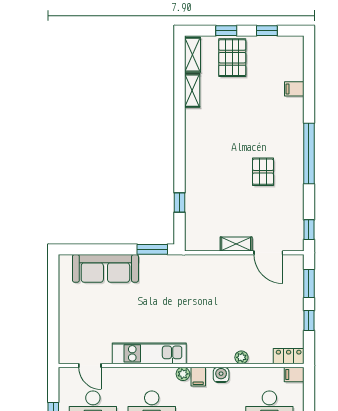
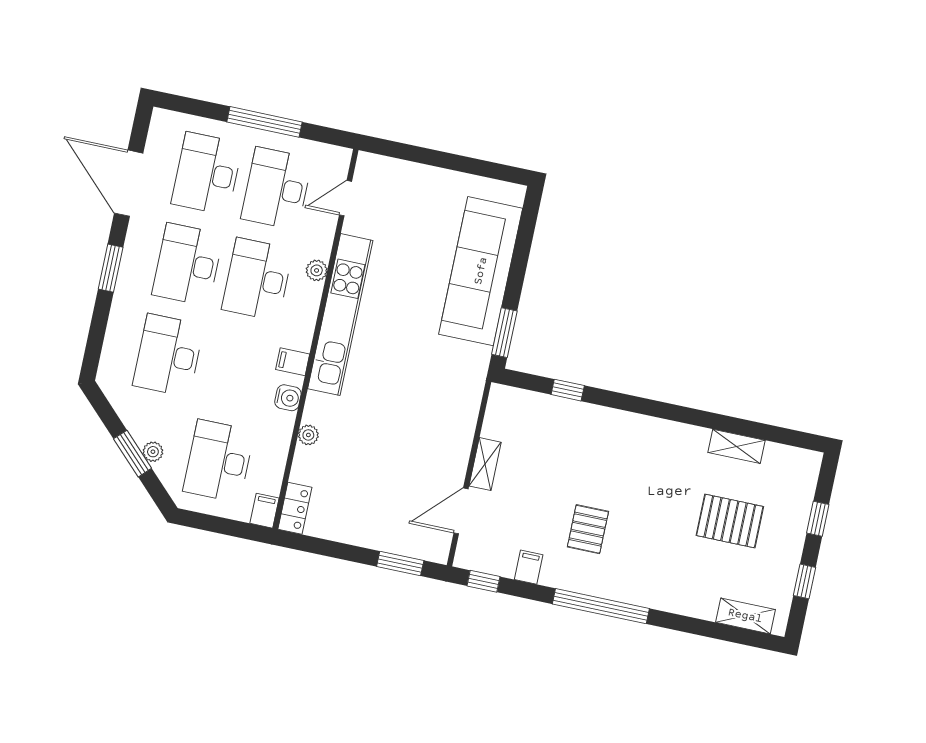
shelving: (192, 55) -> (745, 616), moved
pallet: (232, 58) -> (730, 521), moved
filing cabinet: (294, 89) -> (529, 567), moved
pallet: (263, 172) -> (588, 529), turned 90
sofa: (105, 268) -> (481, 271), width x1.36, depth x1.27
window: (309, 320) -> (343, 551), removed
kitchen unit: (149, 353) -> (340, 315), width x1.36
plant: (183, 374) -> (317, 270), moved

